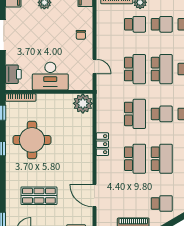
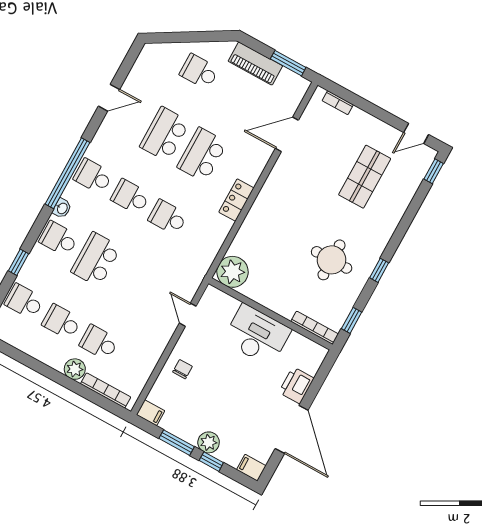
school desk: (135, 69) -> (133, 280), removed
printer: (13, 74) -> (296, 385), moved
school desk: (135, 114) -> (168, 217), width x0.54
round table: (32, 140) -> (332, 260), width x0.73, depth x0.73
shop shelf: (39, 196) -> (365, 177), turned 90
door: (94, 196) -> (287, 134), swing flipped

